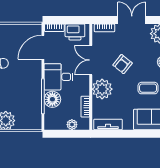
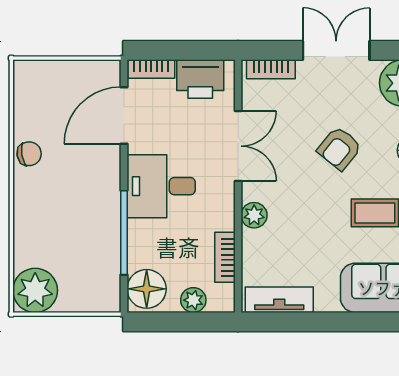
double door: (91, 60) -> (238, 146), swing flipped
armchair: (123, 64) -> (339, 148), moved
plant: (102, 89) -> (254, 215), width x0.53, depth x0.53
floor lamp: (52, 99) -> (147, 289), moved

